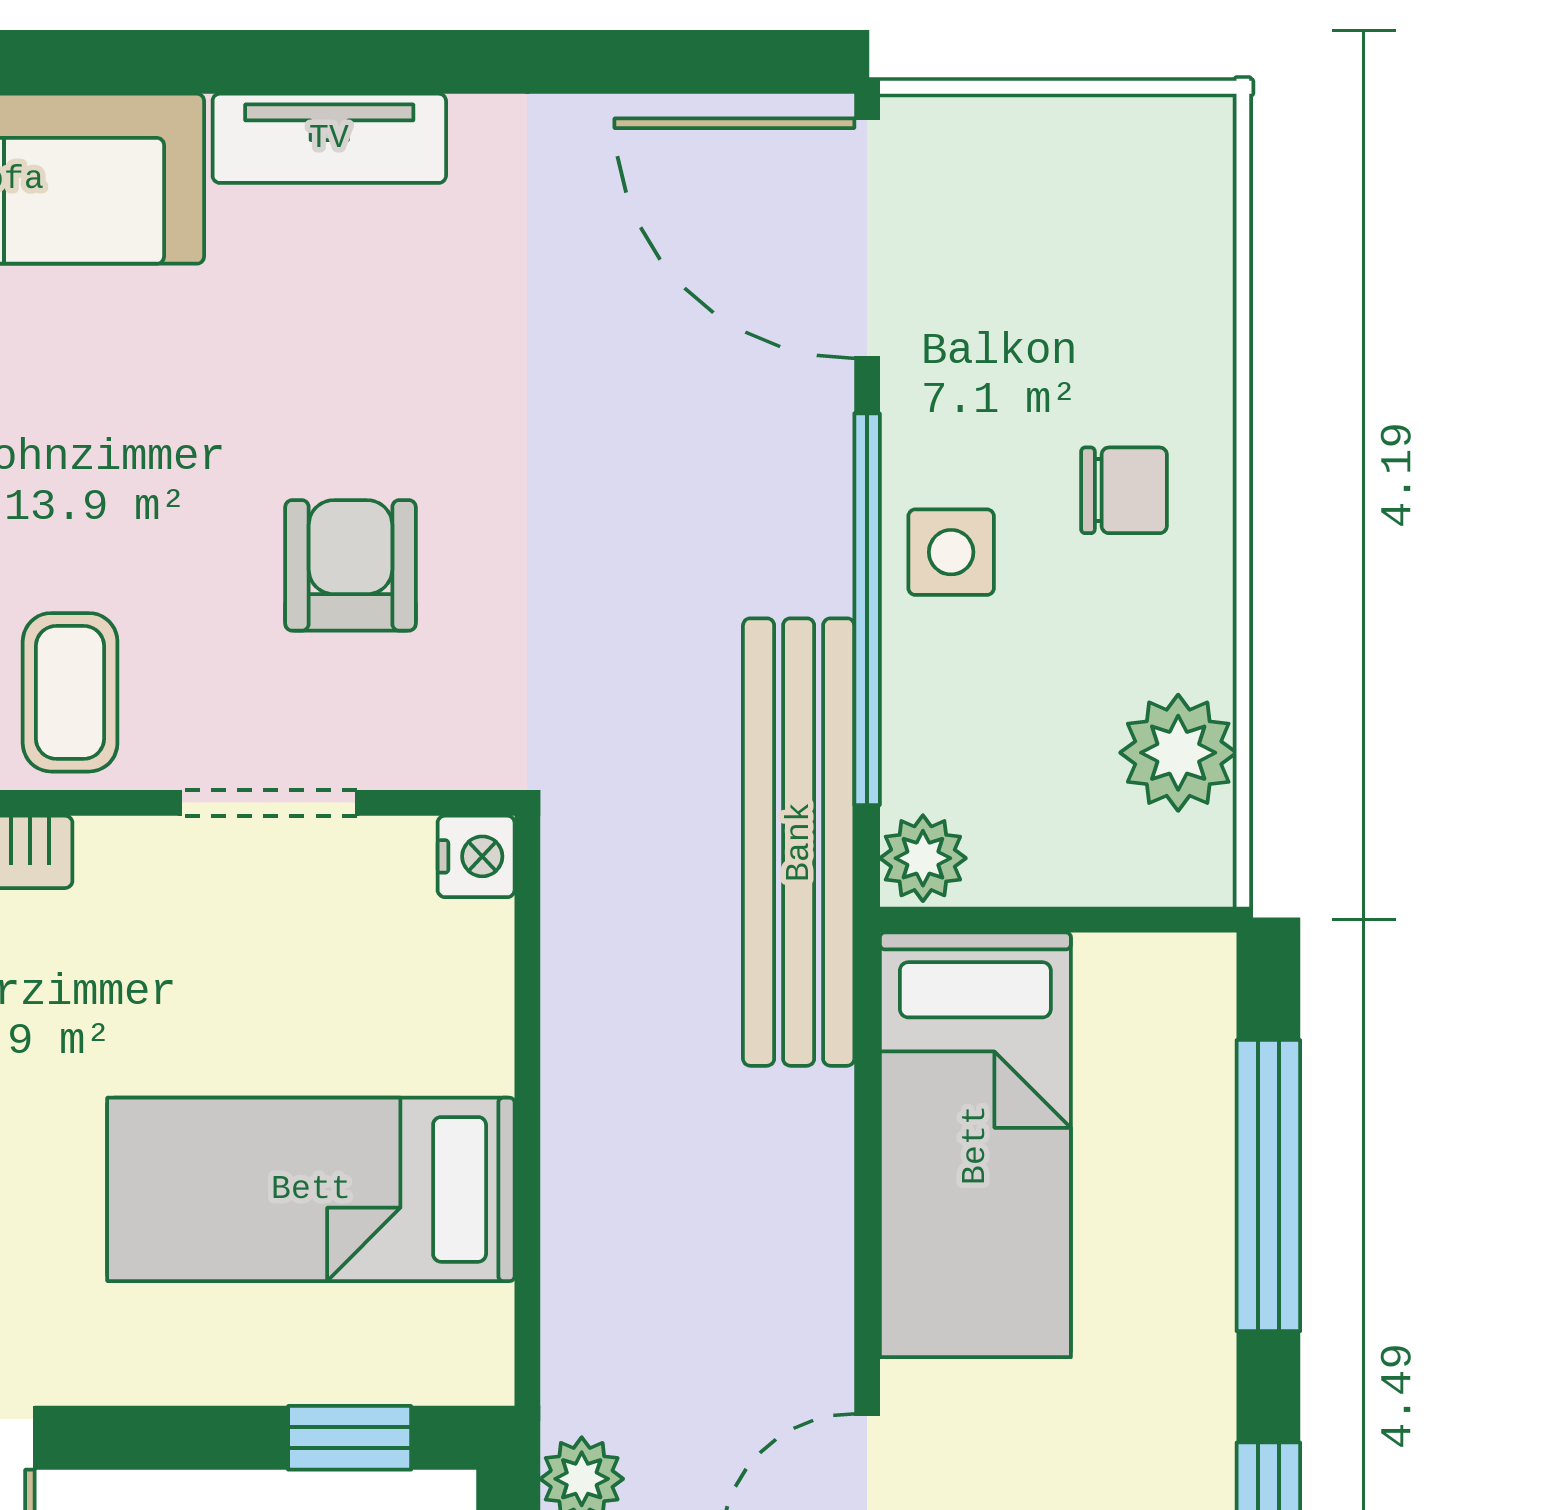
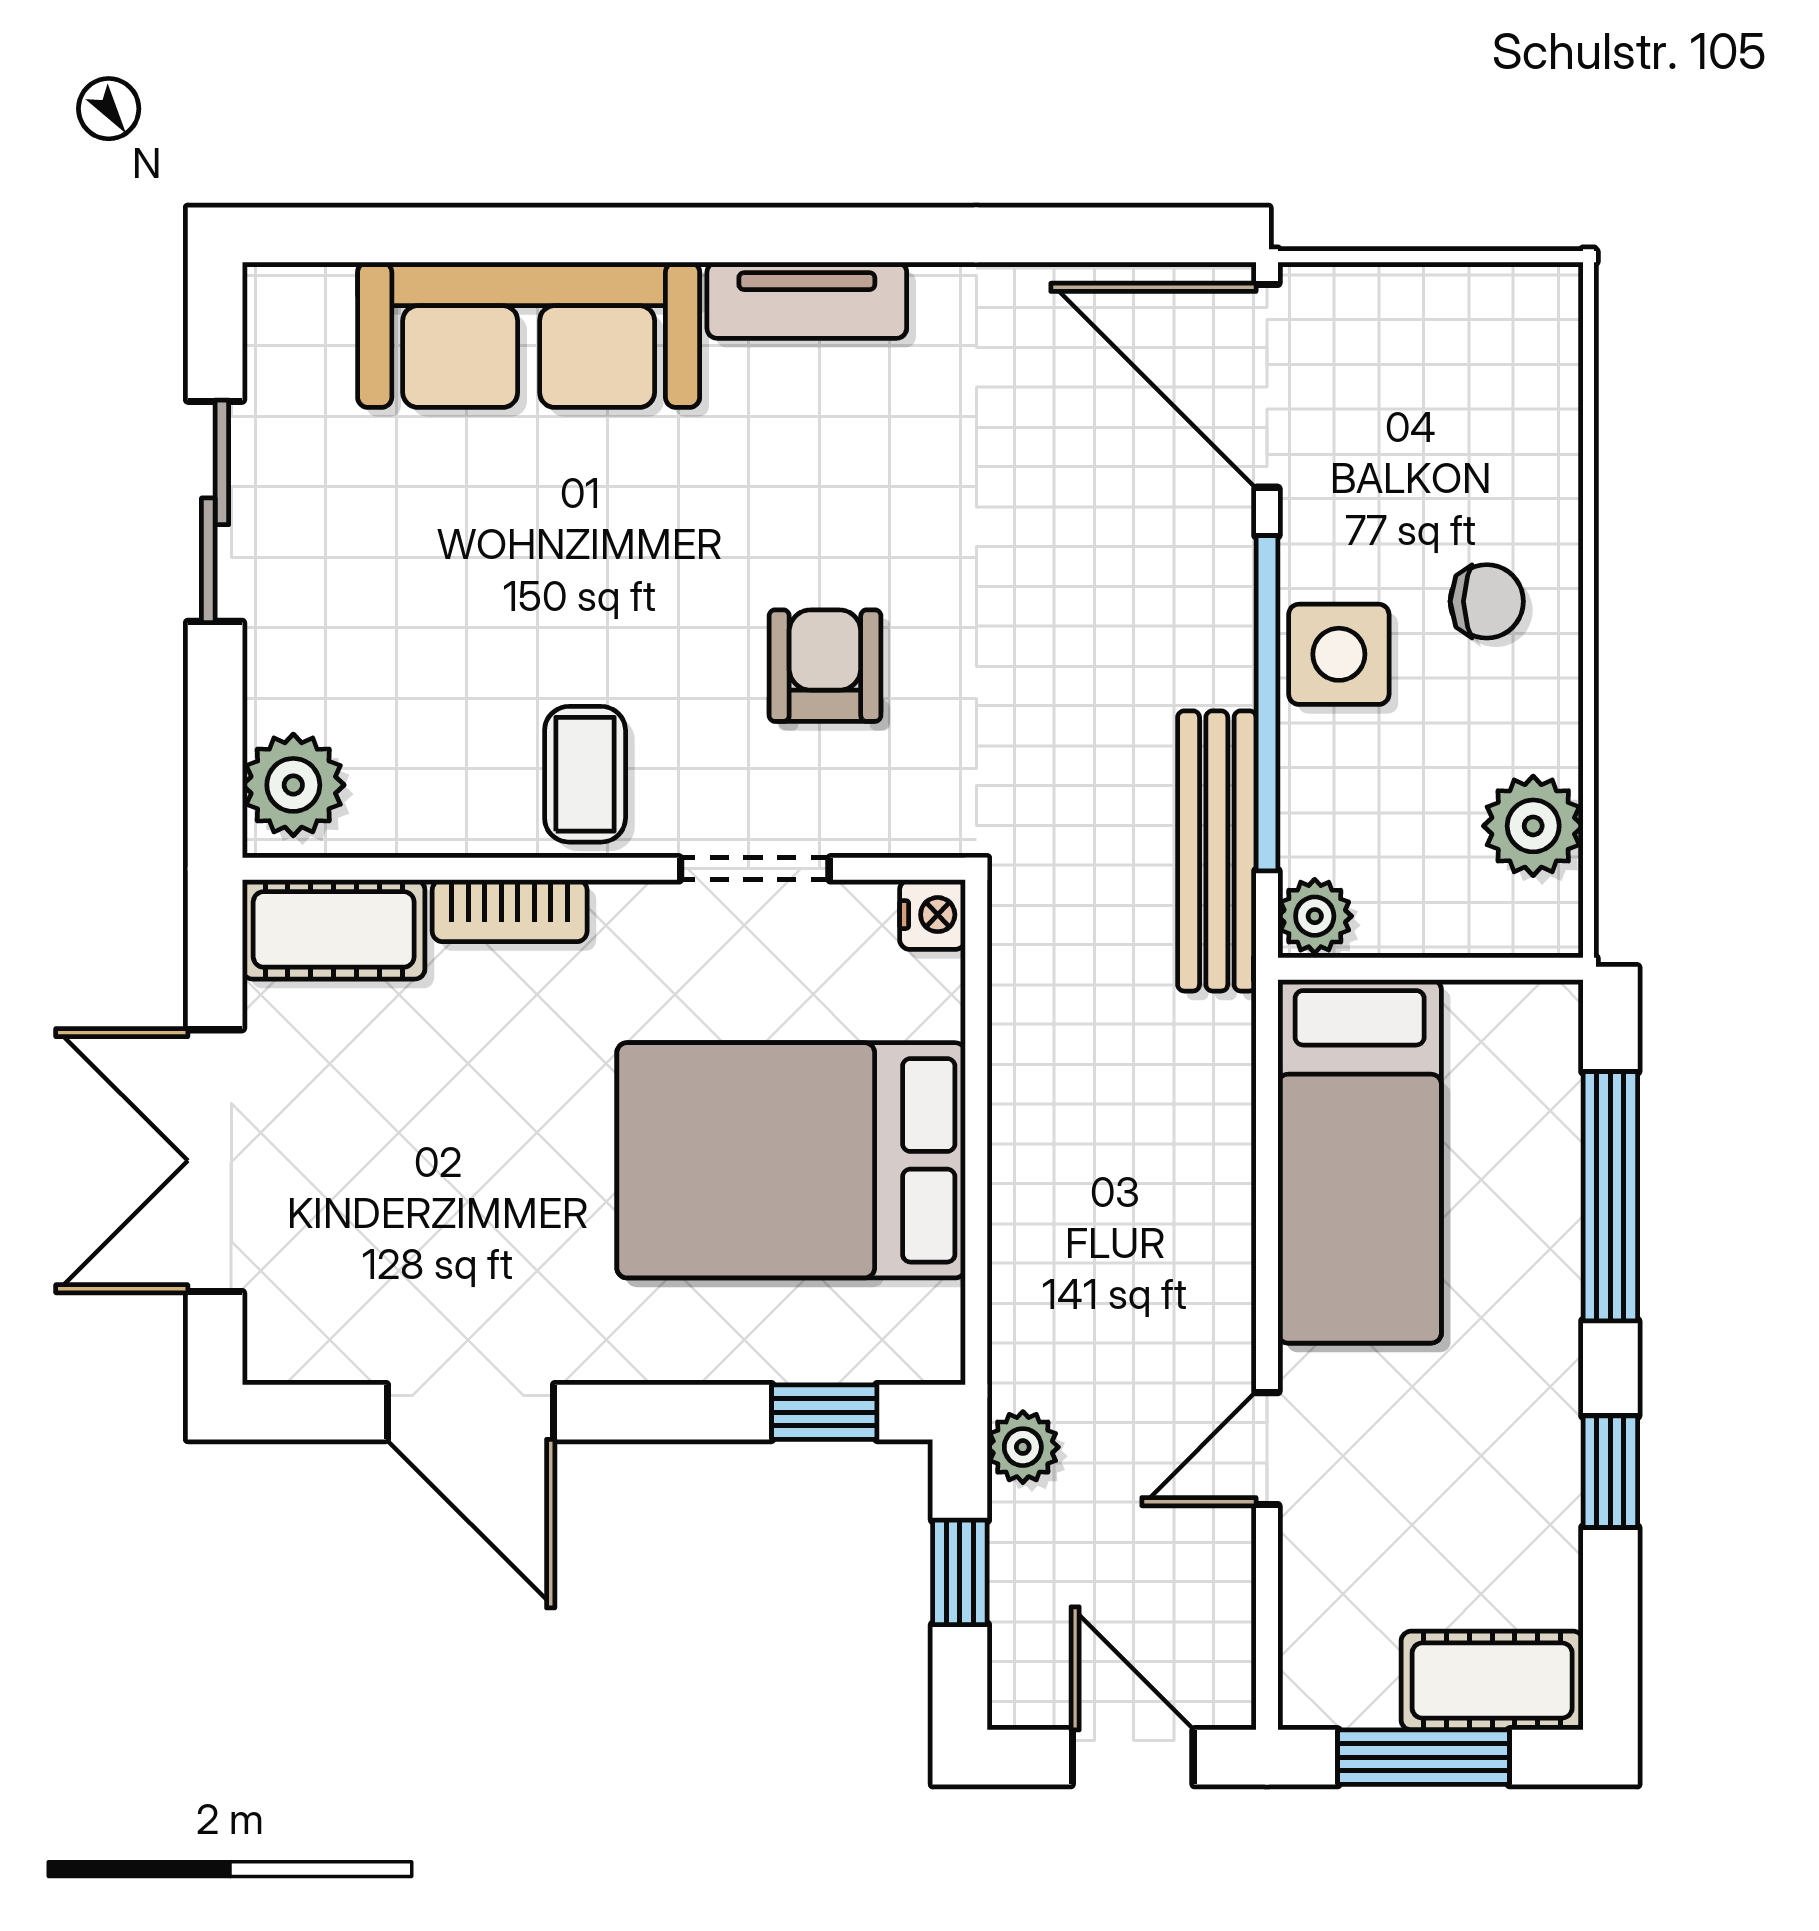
side table: (951, 552) -> (1339, 654), width x1.37, depth x1.37
bench: (799, 842) -> (1217, 851), width x0.73, depth x0.82
bed: (311, 1189) -> (791, 1160), width x1.50

